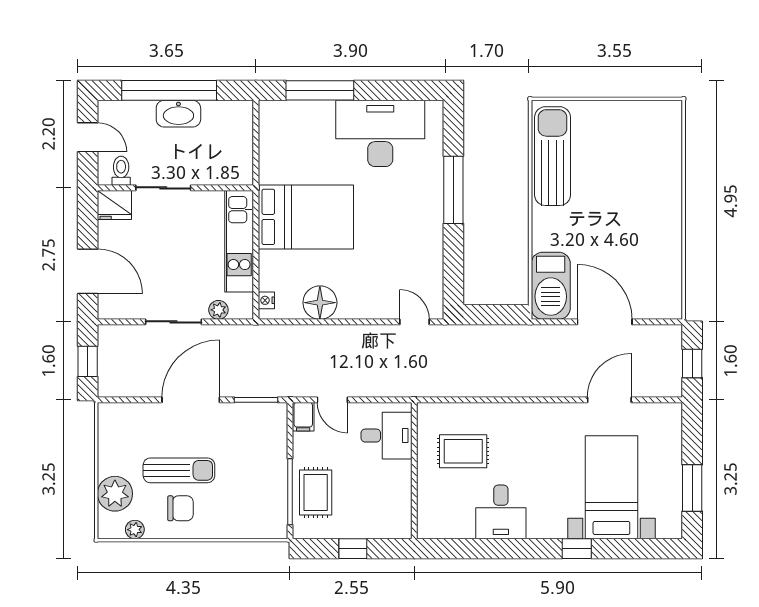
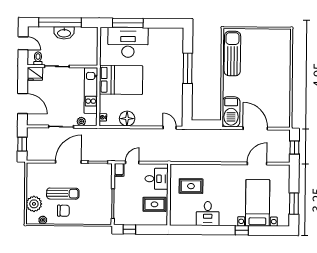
desk: (380, 133) -> (128, 42), moved
door: (332, 400) -> (132, 162), swing flipped
rug: (316, 492) -> (154, 204), moved, turned 90
window: (353, 549) -> (129, 229), moved

